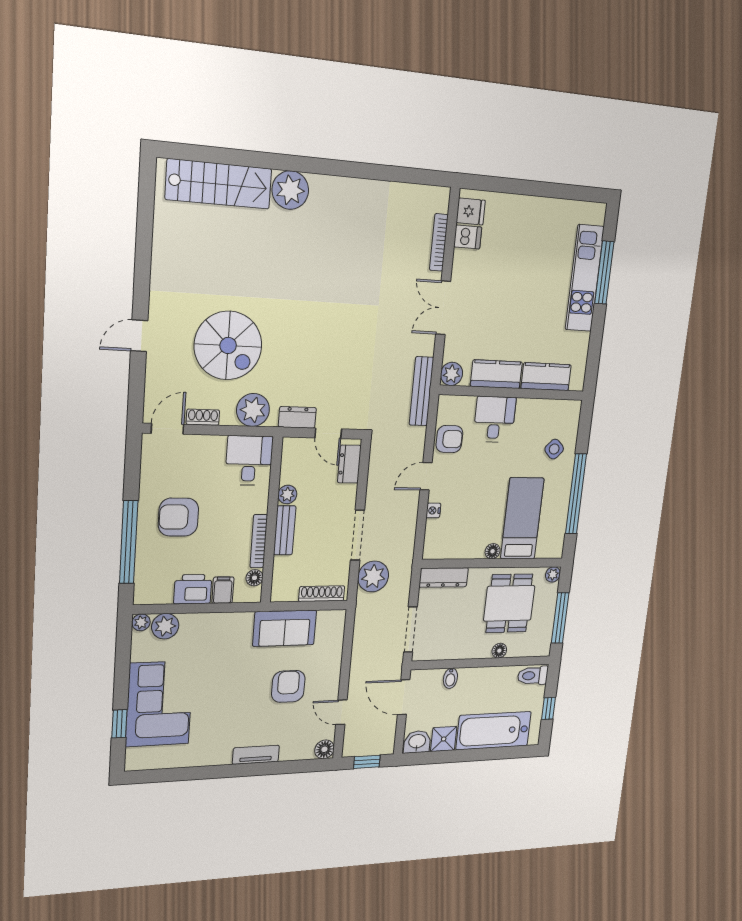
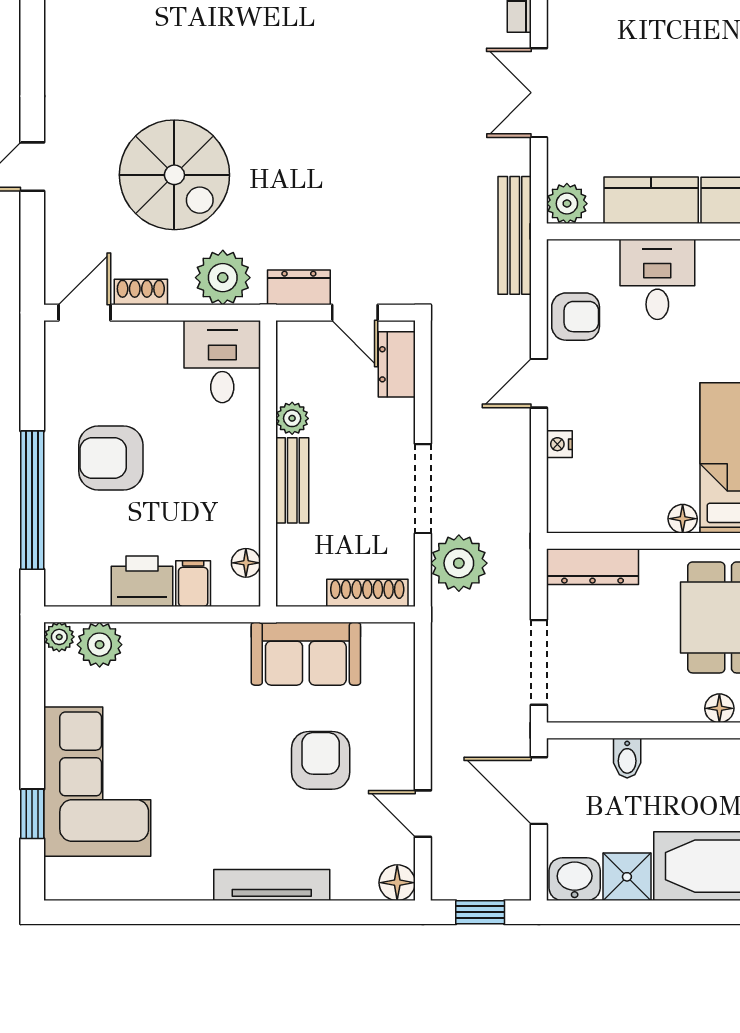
bookcase: (259, 541) -> (249, 499), removed
tv unit: (256, 755) -> (272, 885), width x1.41

